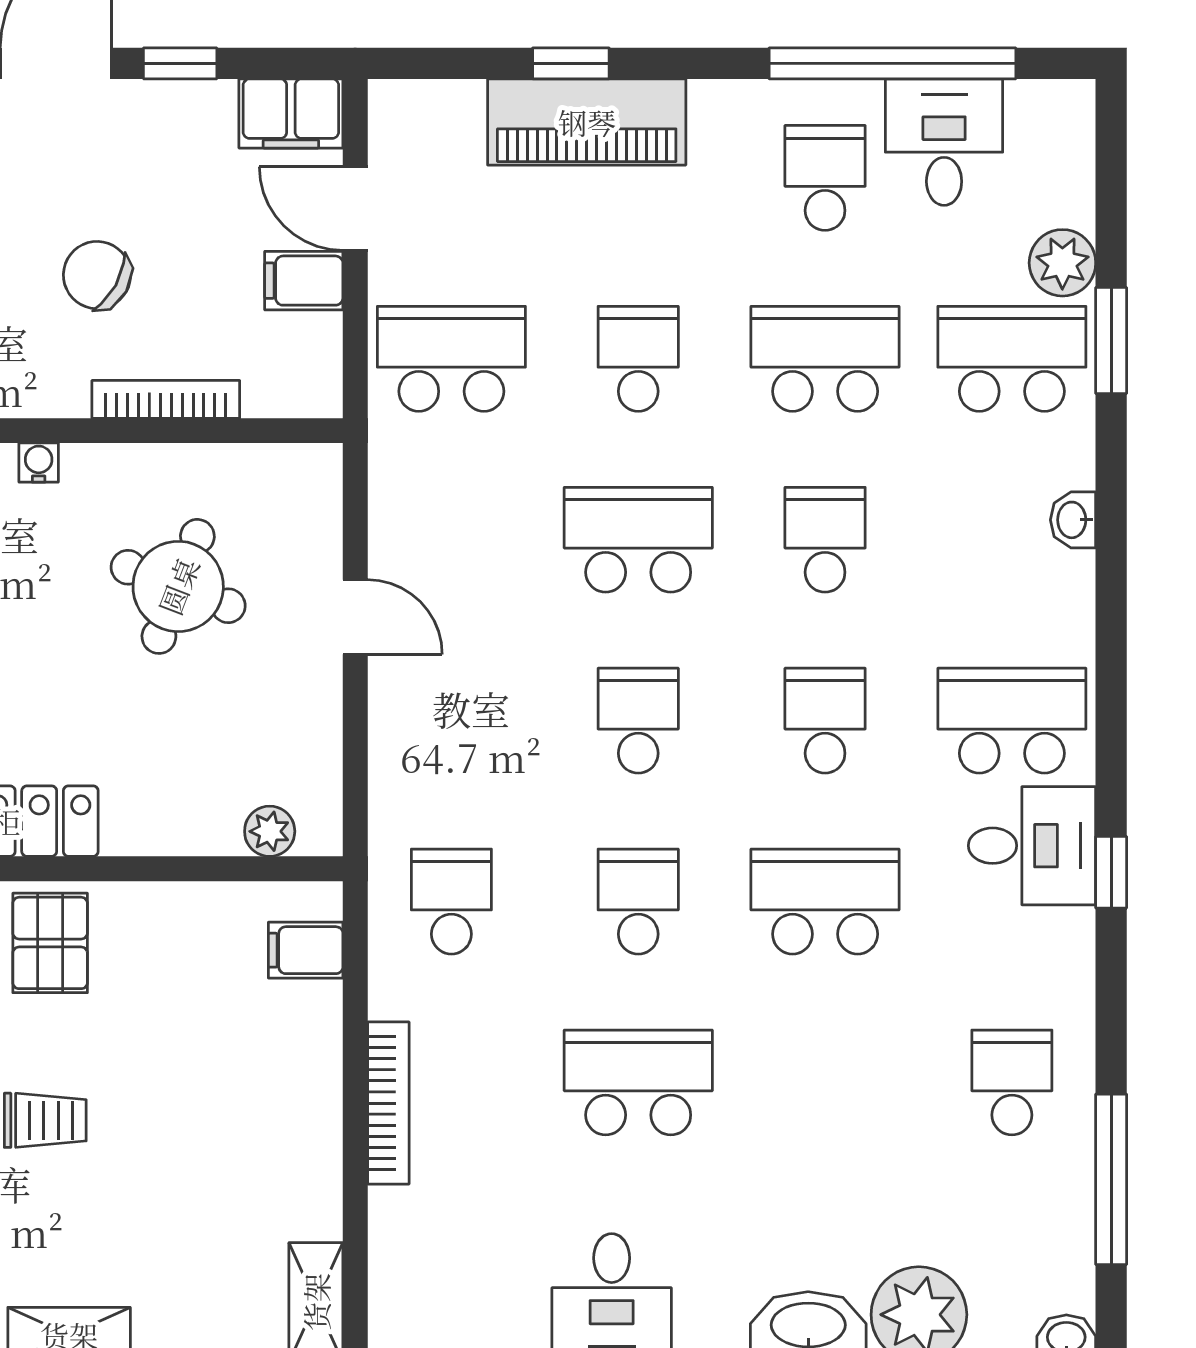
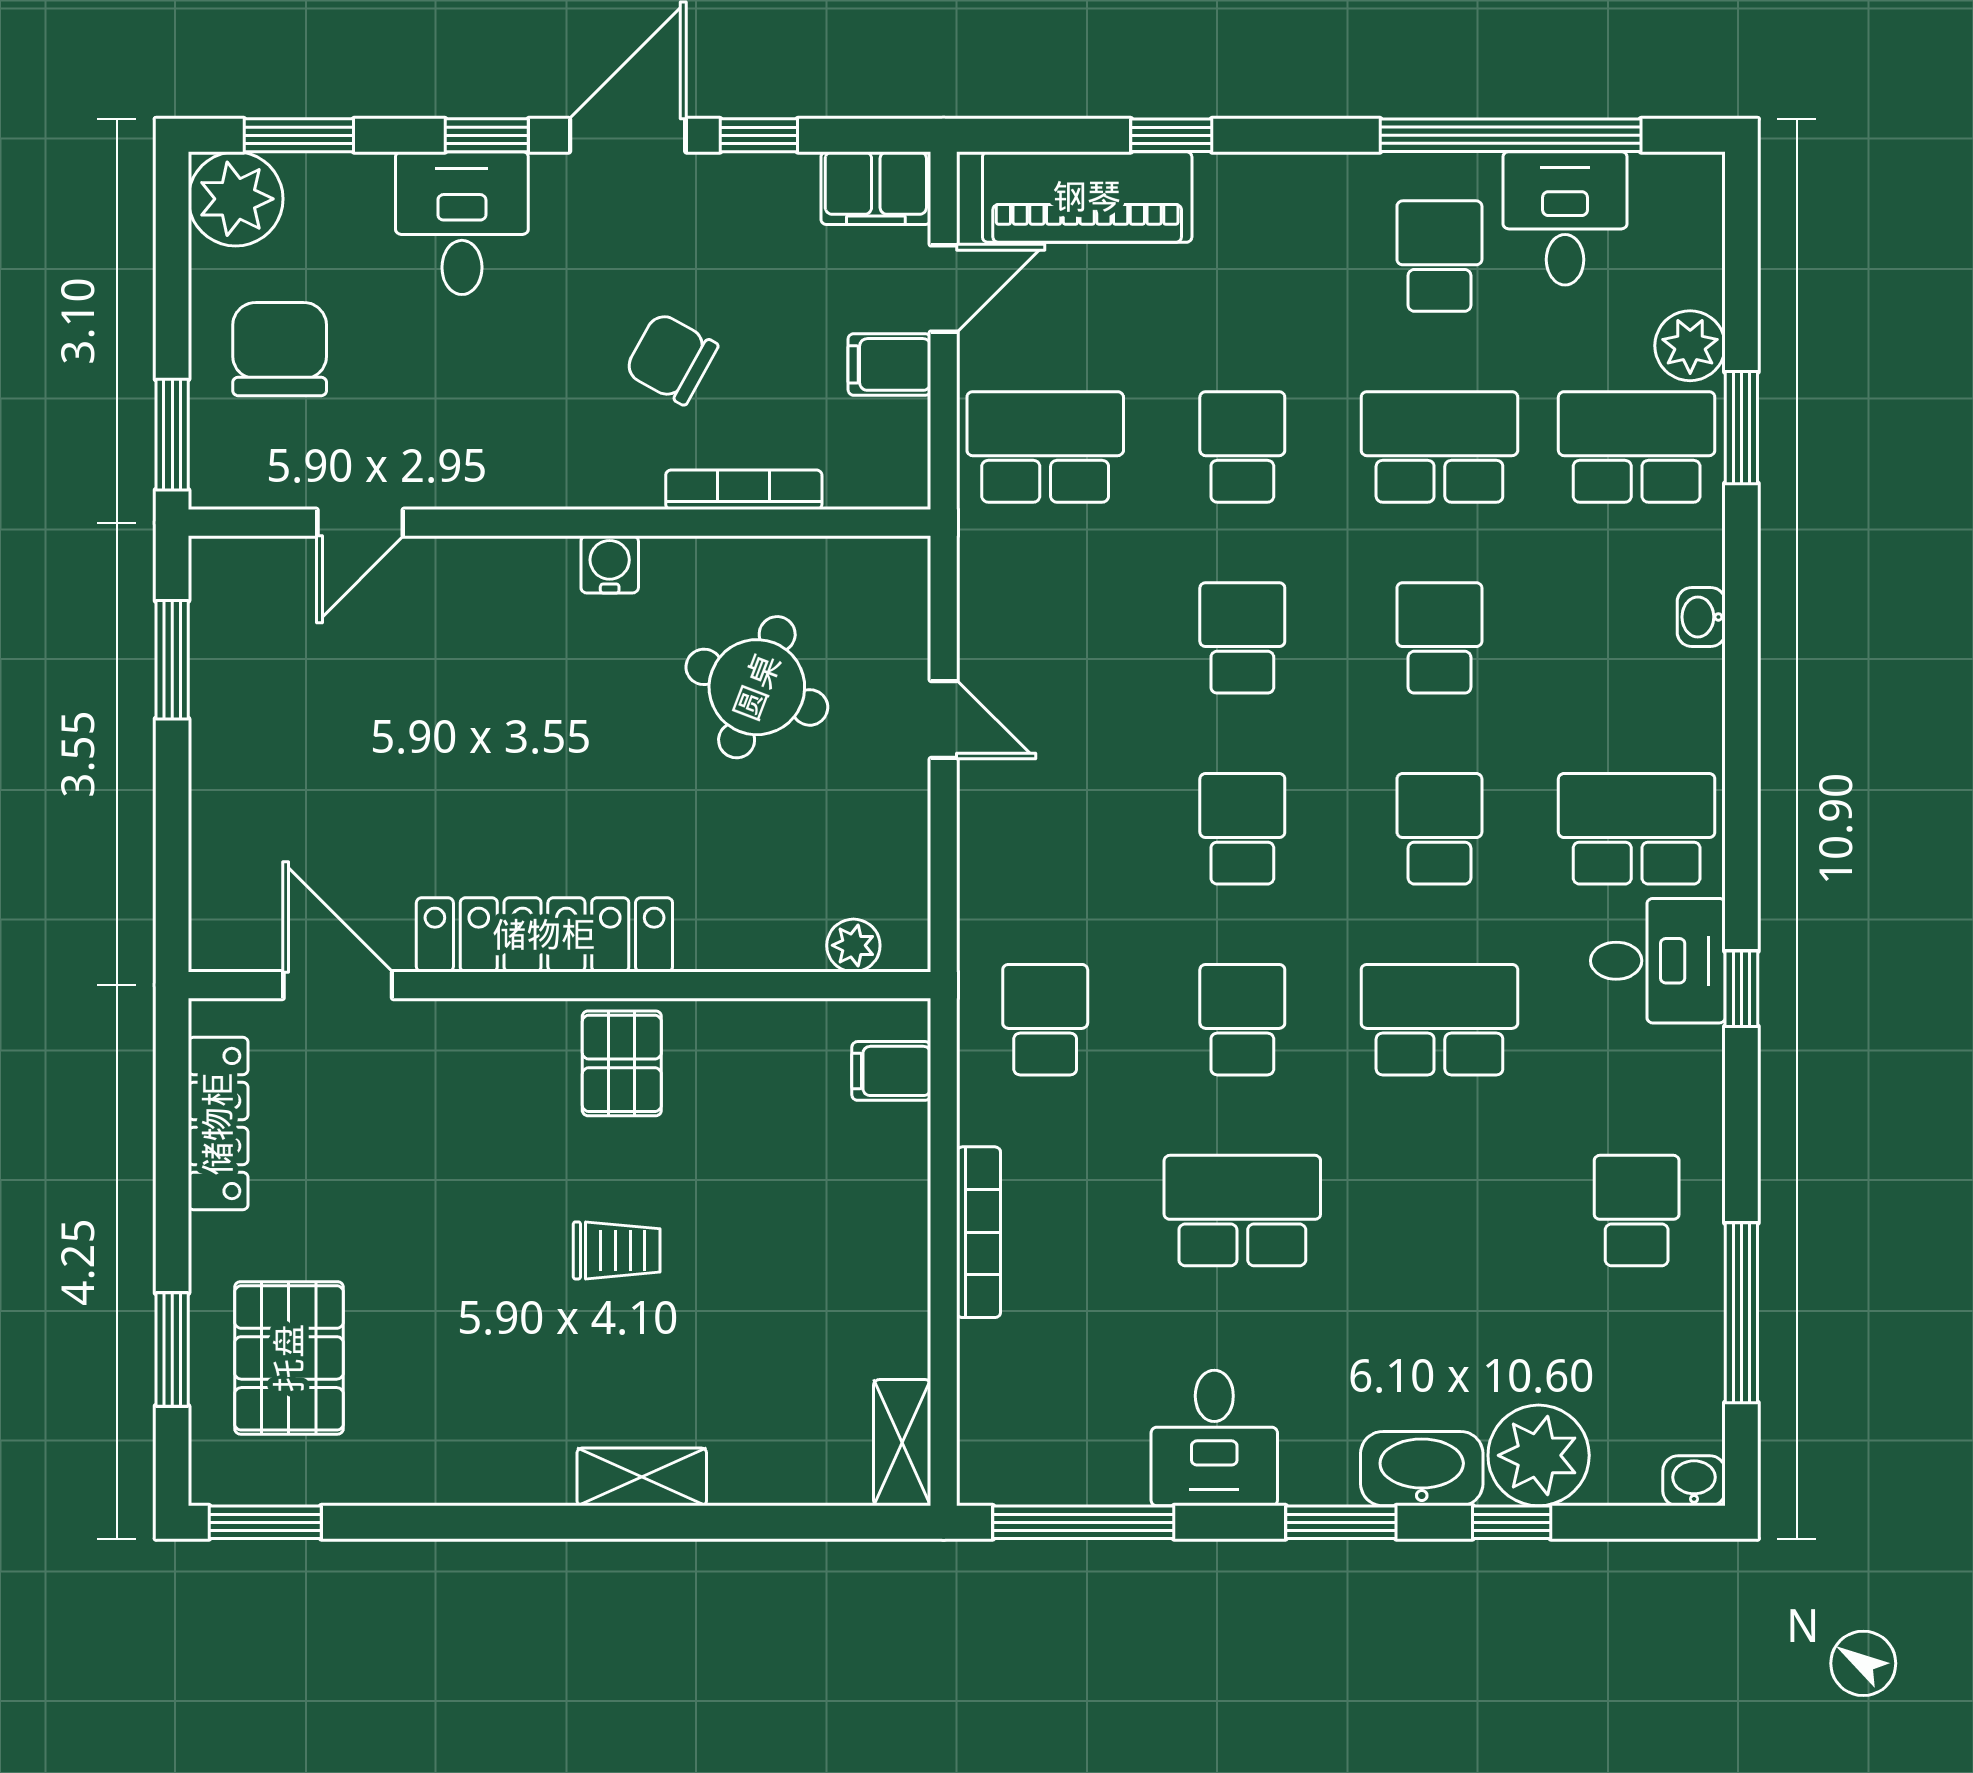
piano: (587, 122) -> (1087, 197), moved
door: (355, 209) -> (944, 288), swing flipped
water cooler: (39, 463) -> (610, 564), width x1.38, depth x1.38
school desk: (638, 540) -> (1242, 638), width x0.54

